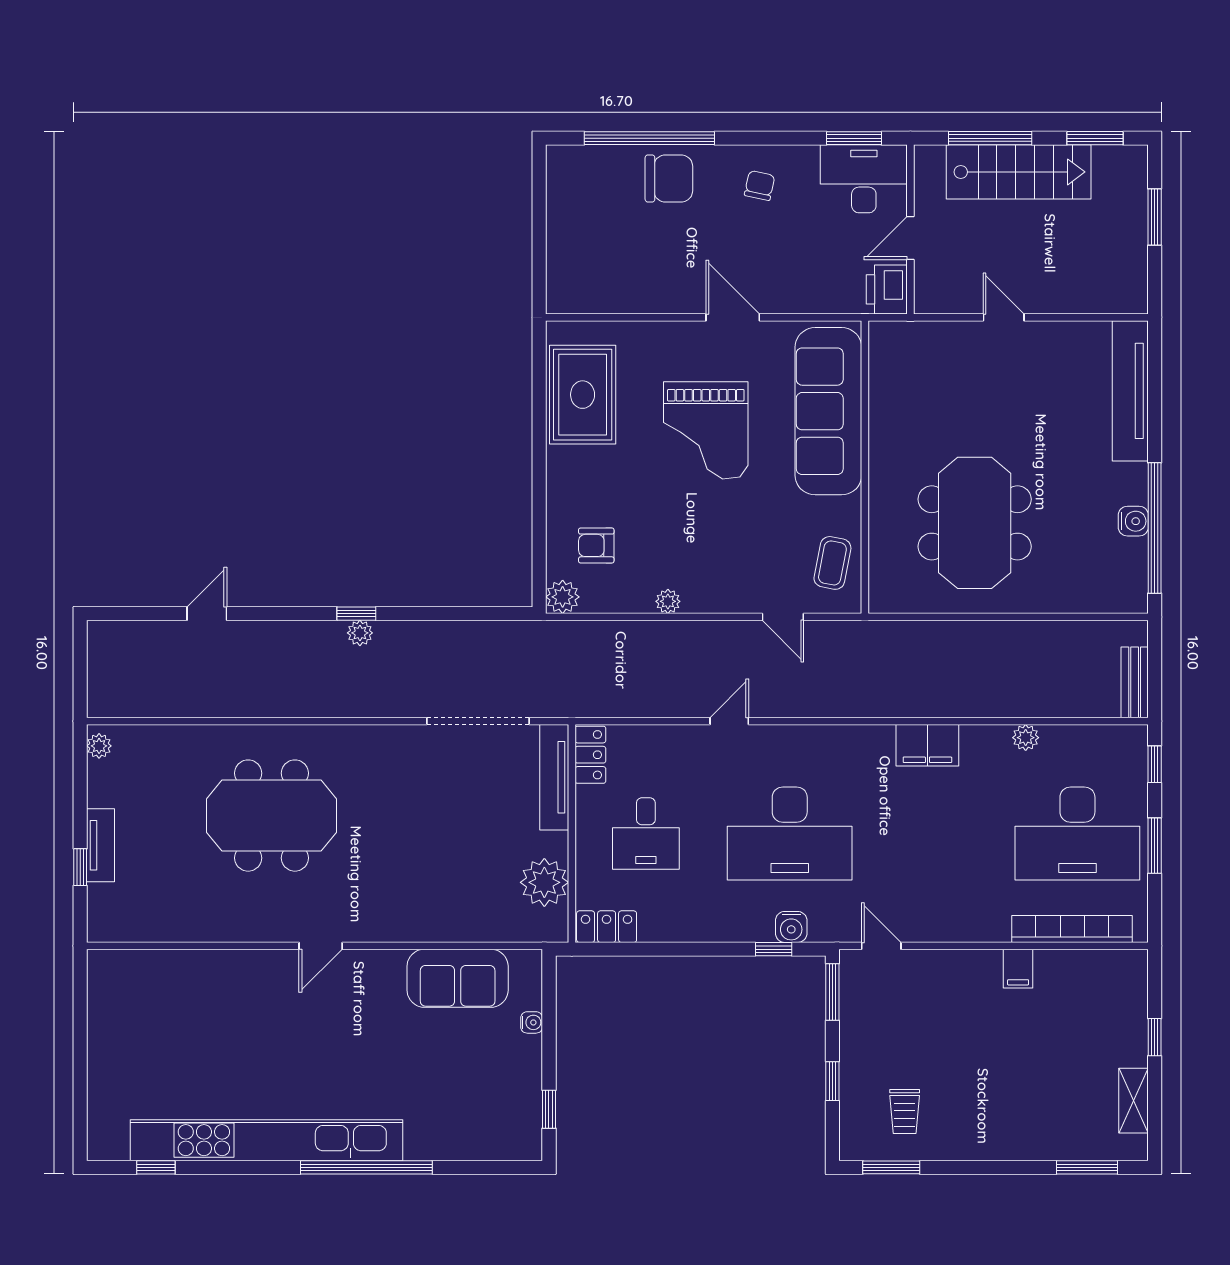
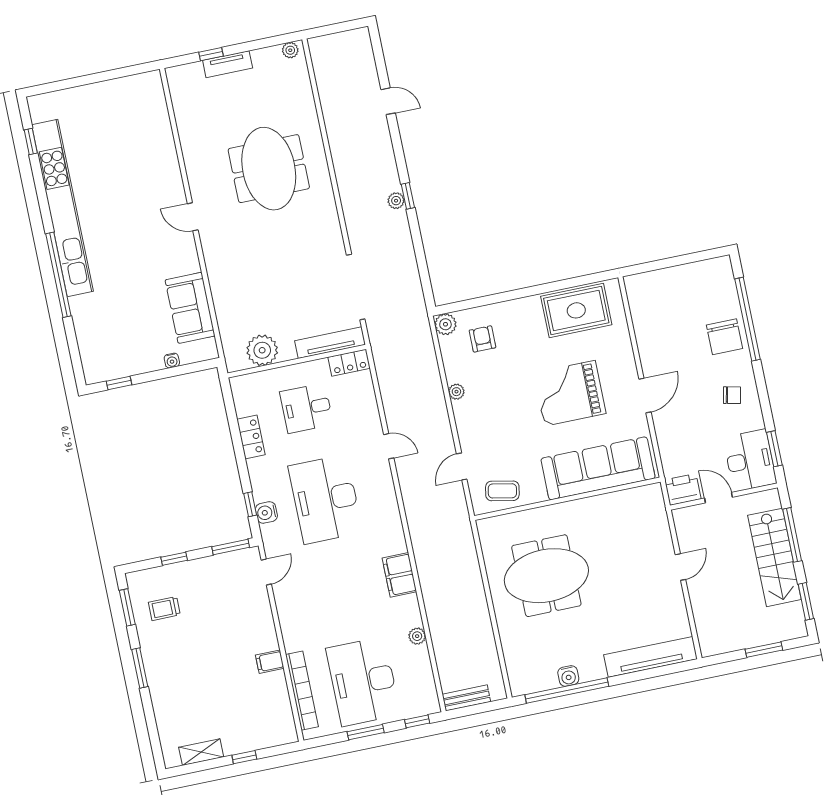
locker: (607, 927) -> (251, 437), moved
window: (1087, 1167) -> (140, 668), moved

